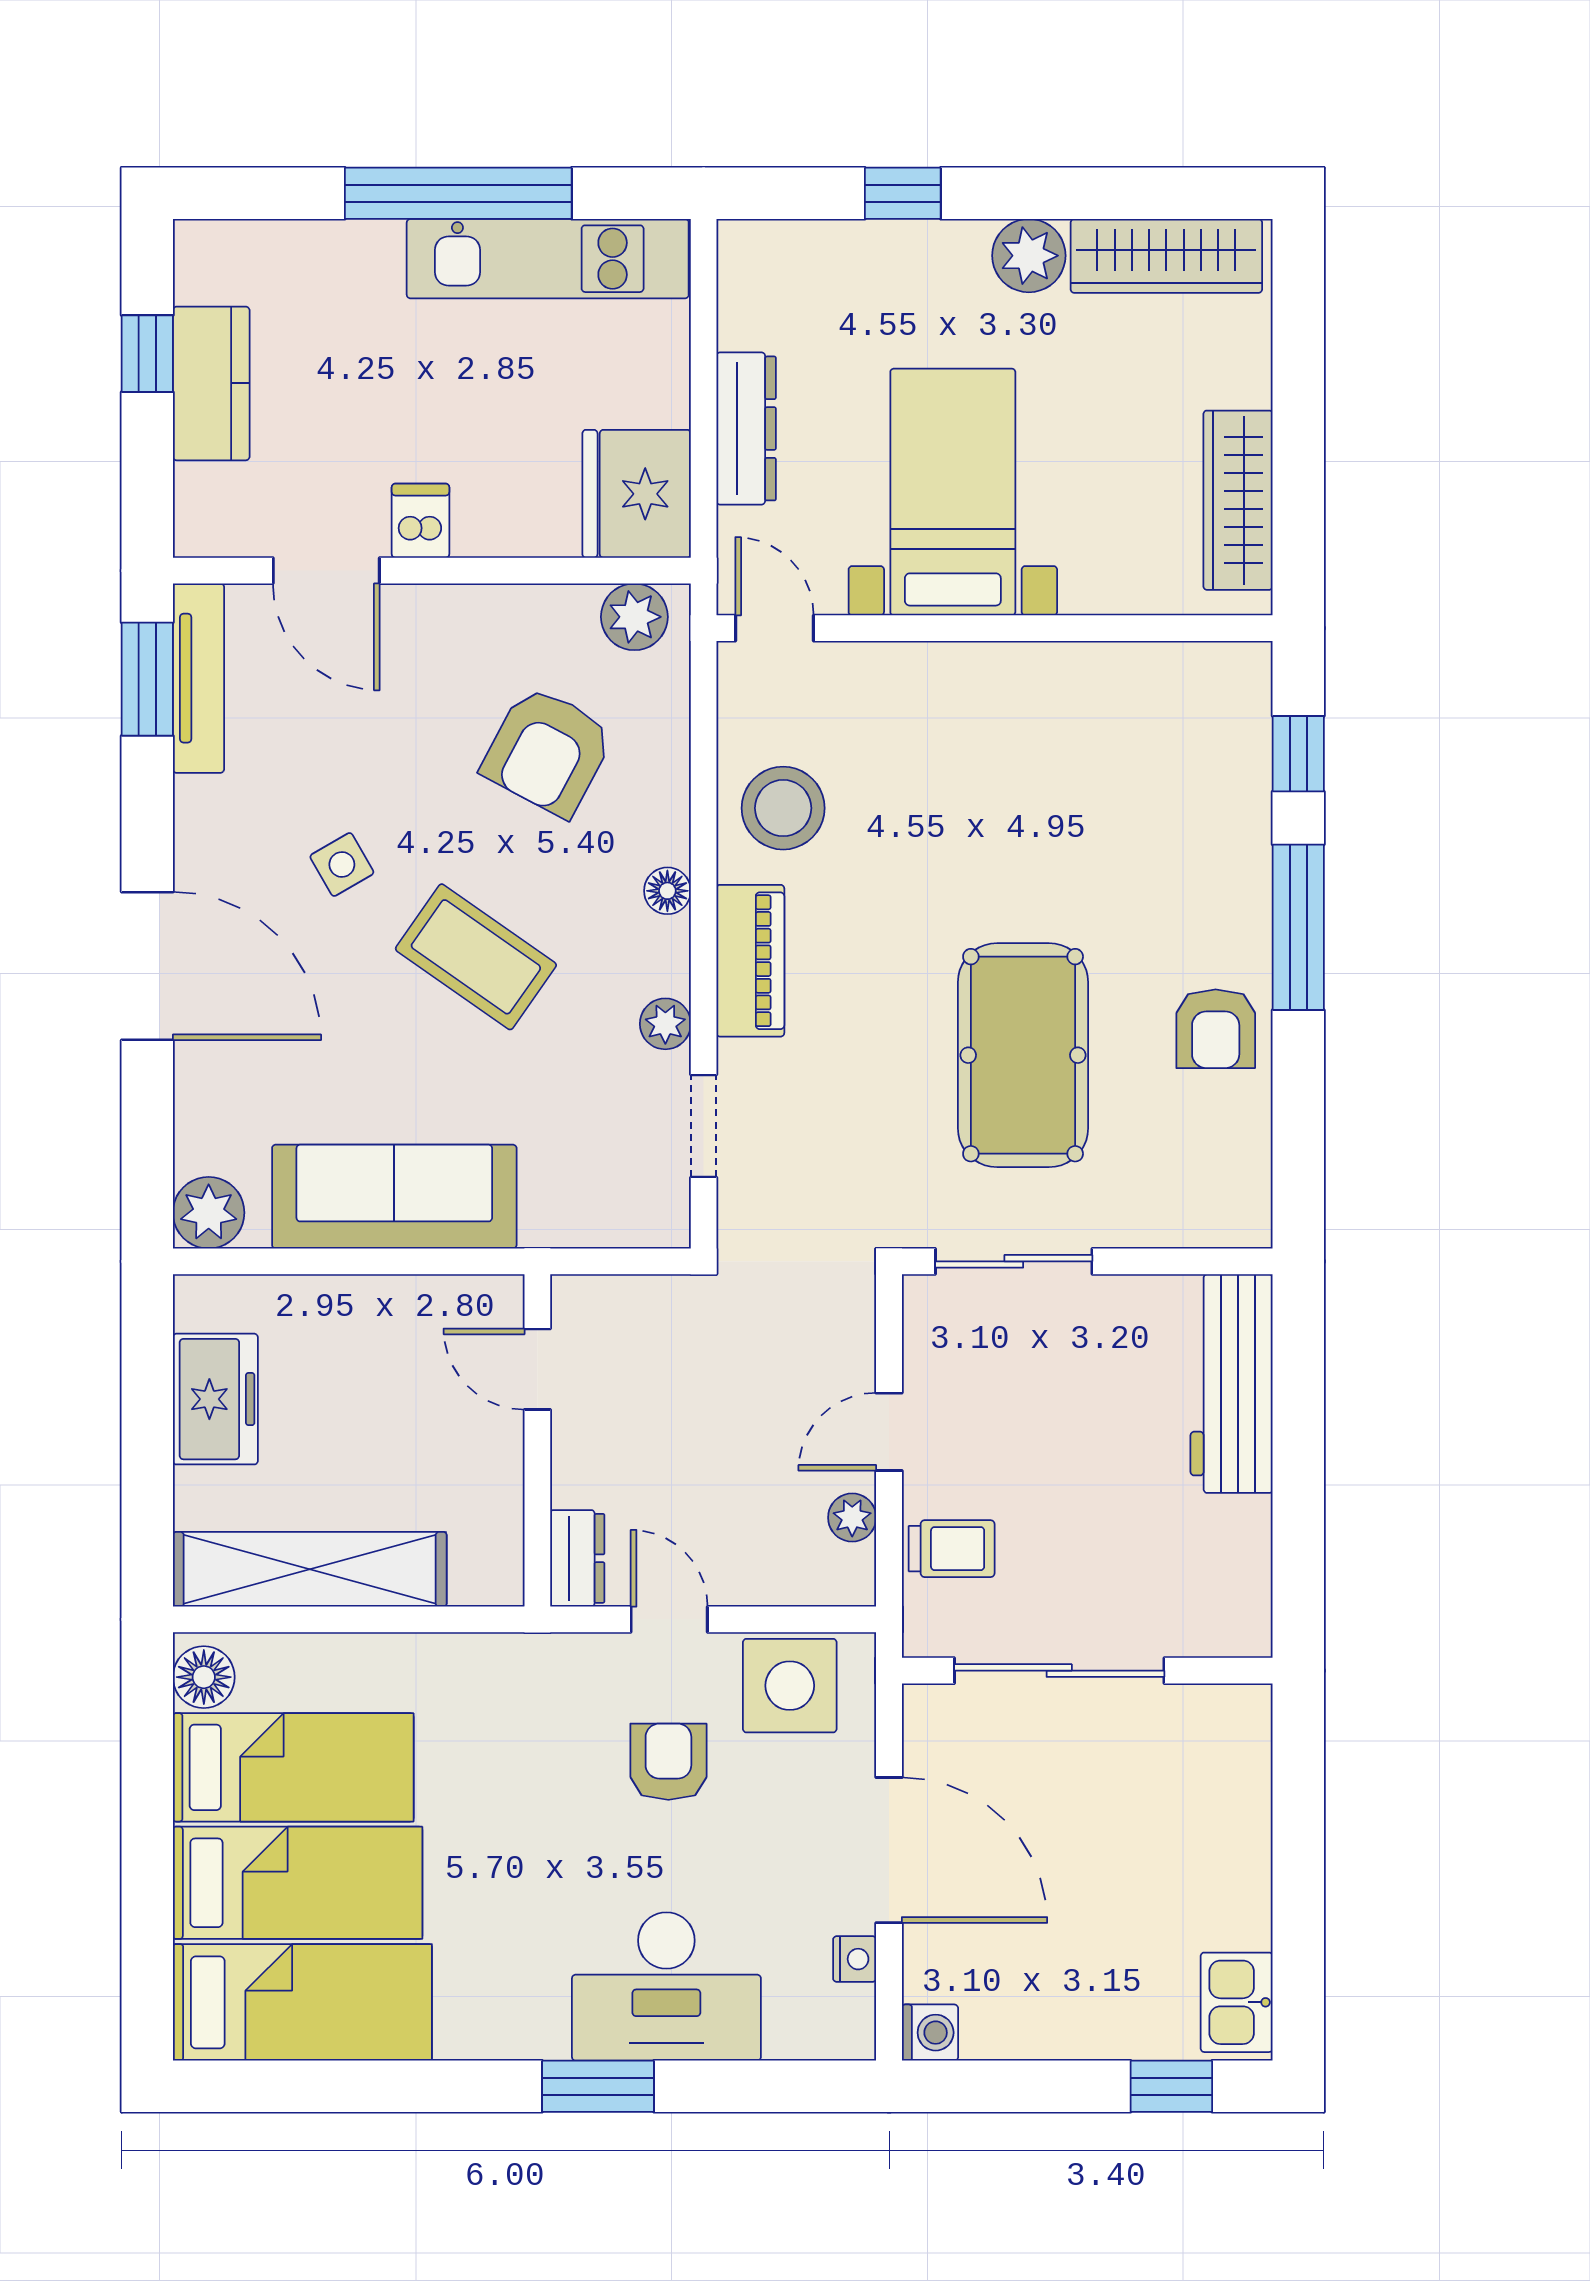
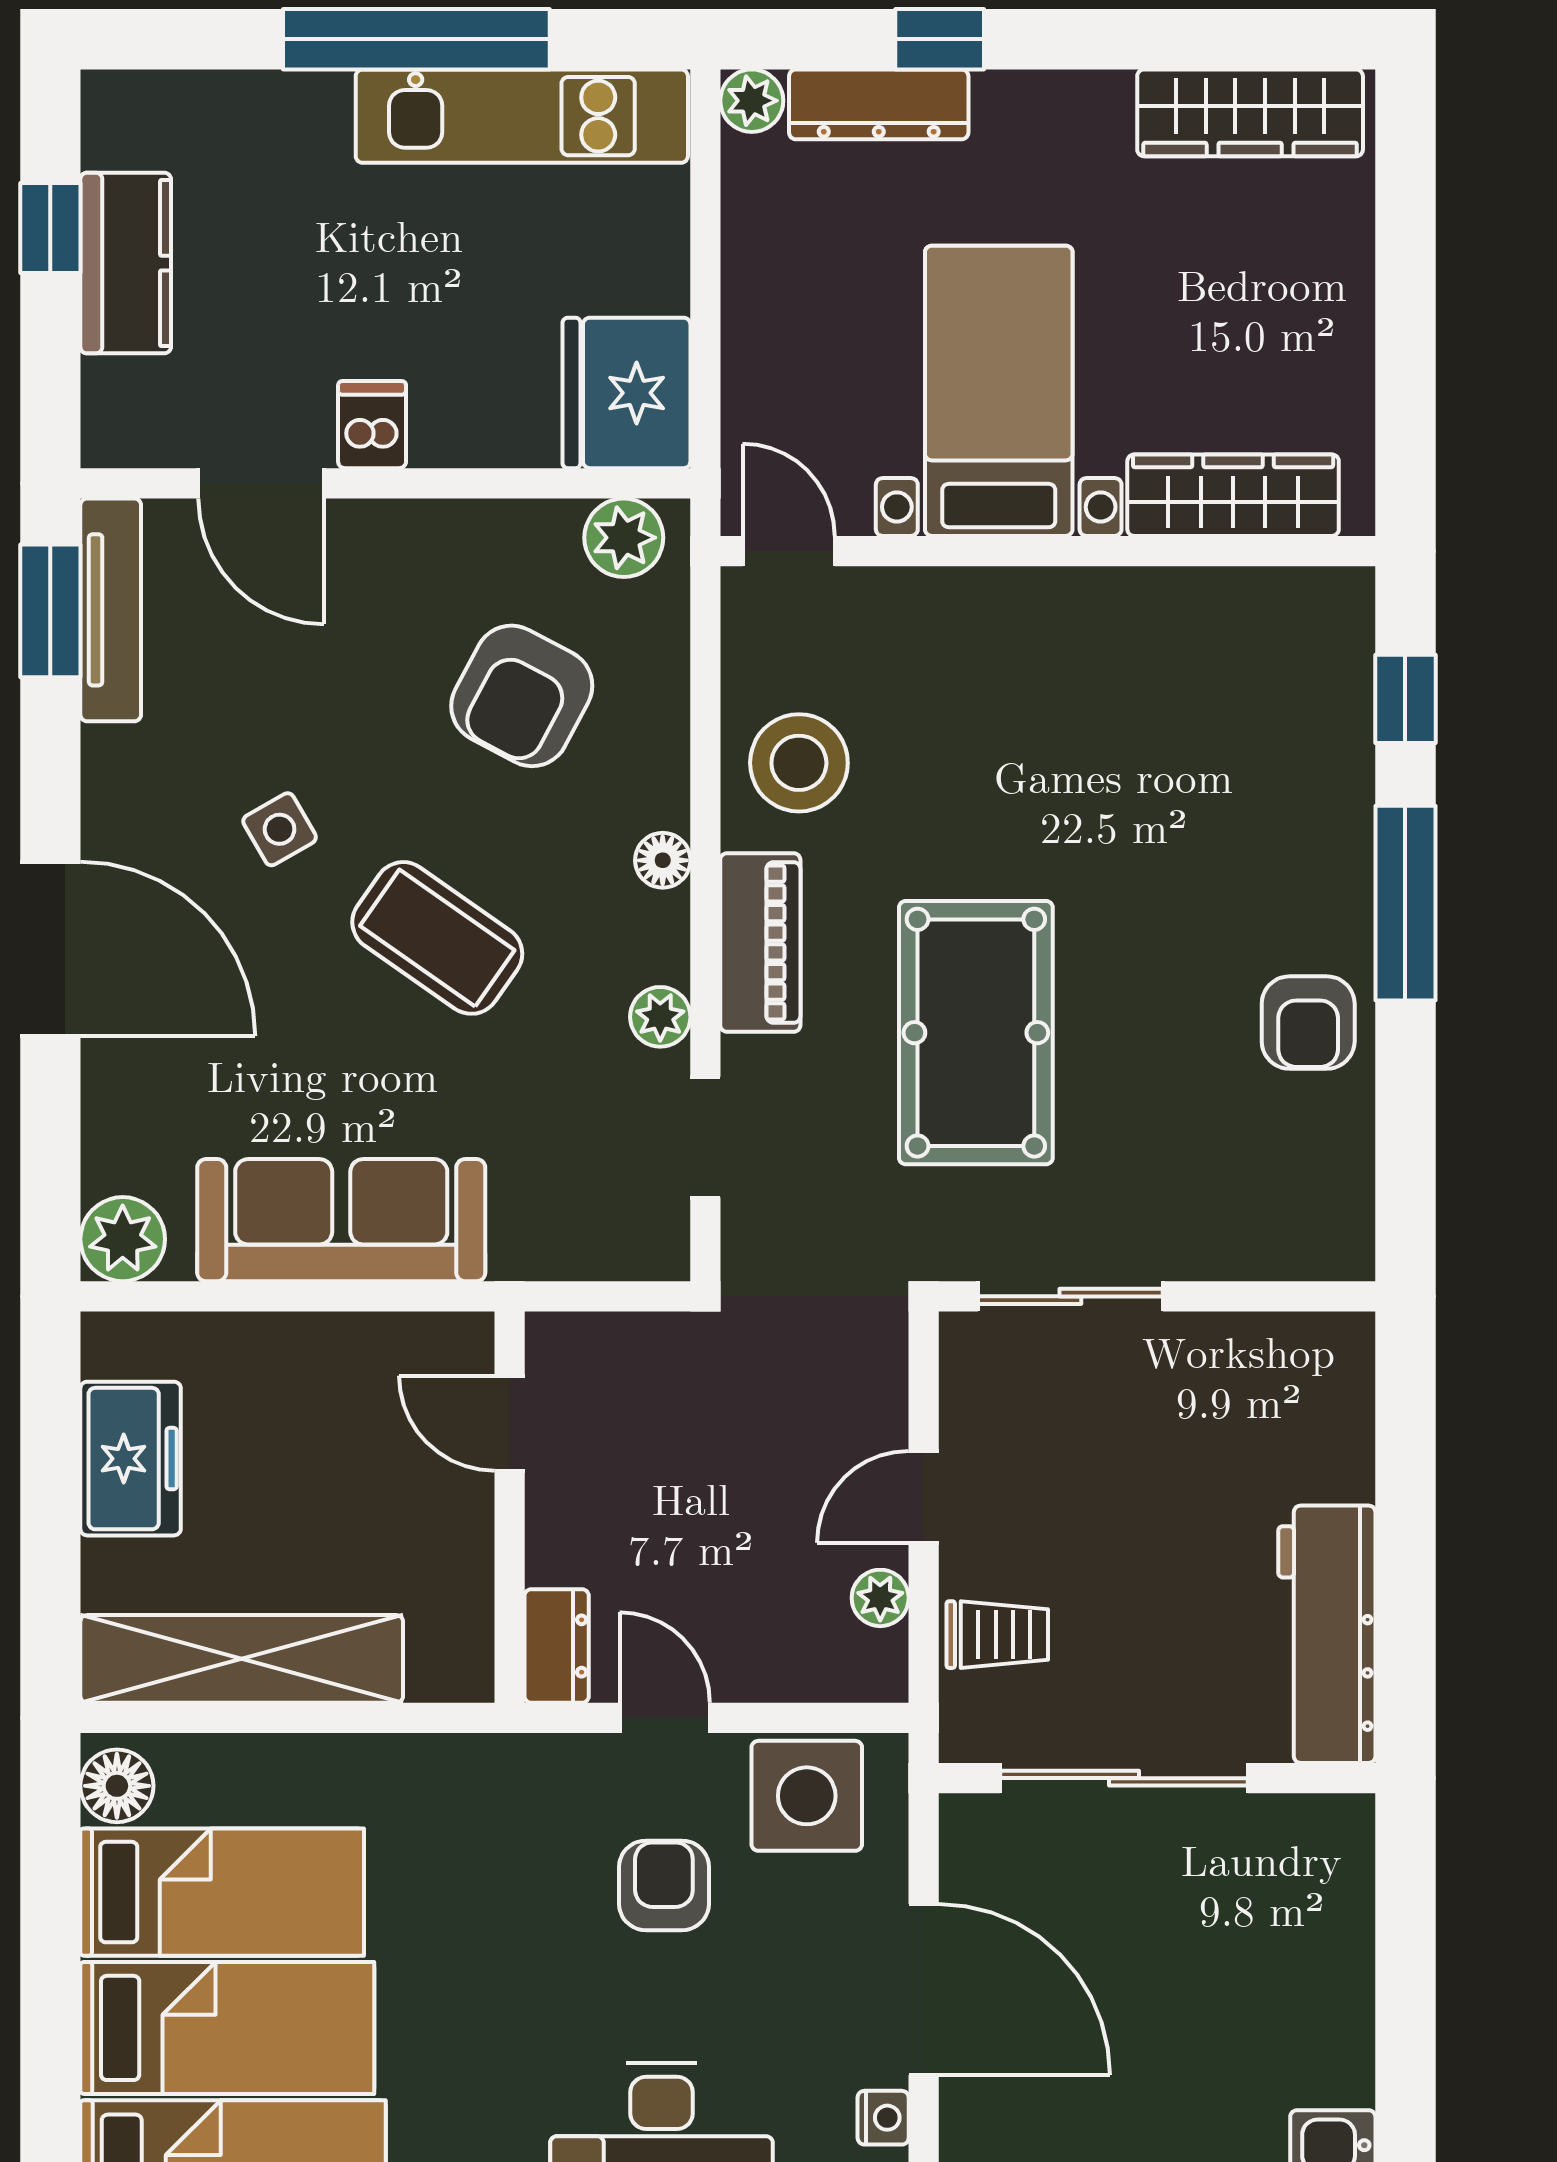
plant: (1029, 256) -> (752, 101), moved, width x0.73, depth x0.73
dresser: (746, 428) -> (879, 104), moved, turned 90
wardrobe: (1238, 500) -> (1233, 495), moved, turned 90
pool table: (1023, 1055) -> (976, 1033), moved
workbench: (1232, 1384) -> (1327, 1634), moved

